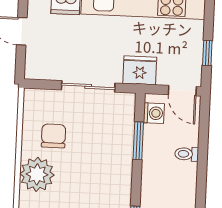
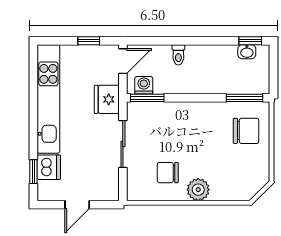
window: (138, 141) -> (147, 98), moved
plant: (37, 174) -> (198, 190), width x0.73, depth x0.73

